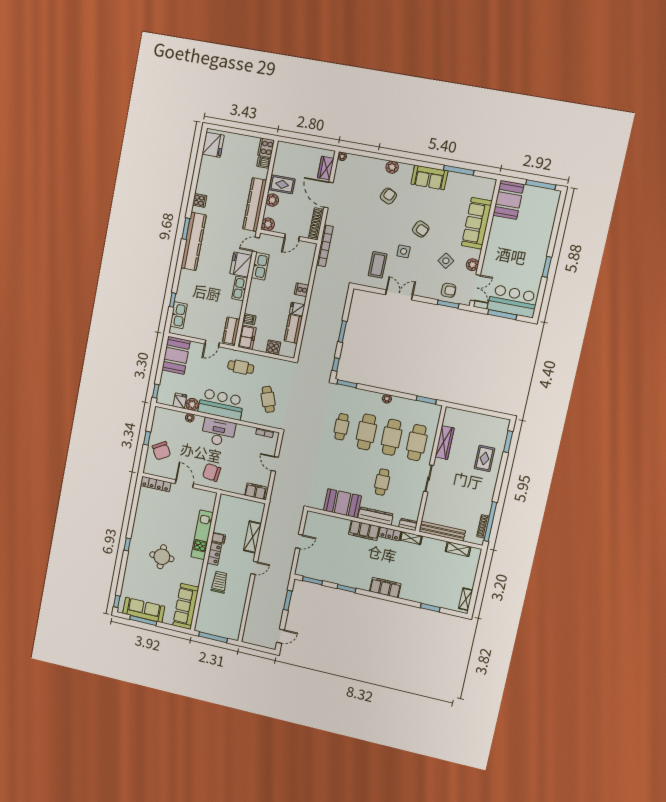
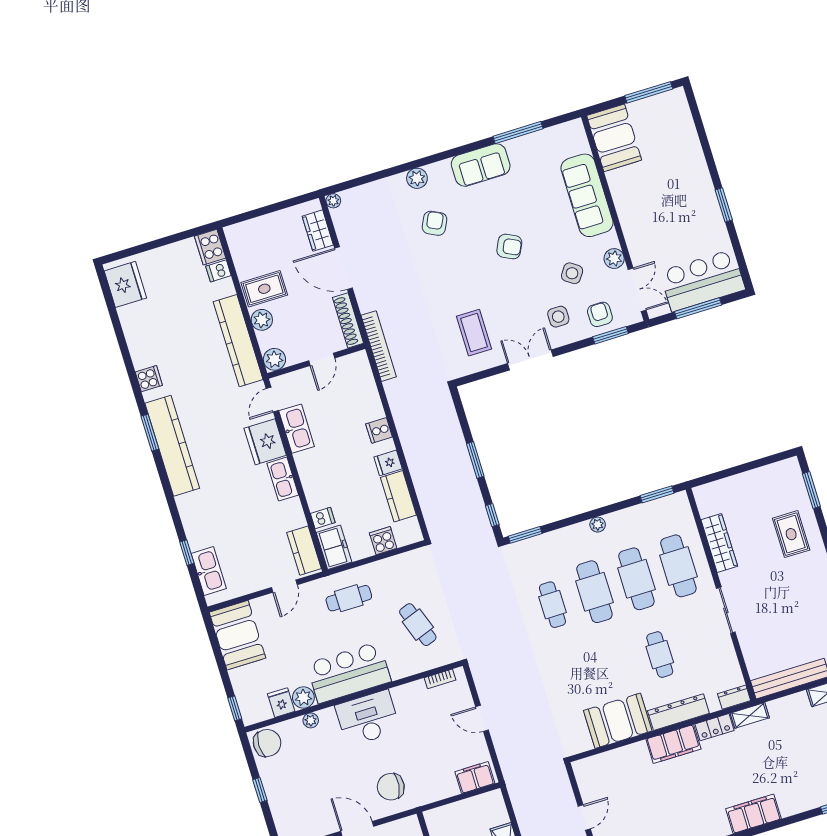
side table: (404, 251) -> (558, 317), moved
armchair: (449, 290) -> (600, 314), turned -90
chair: (161, 451) -> (267, 743), moved, turned -60

